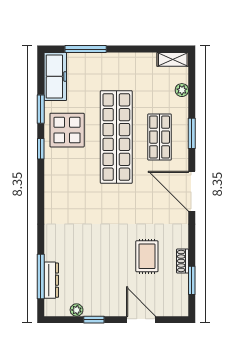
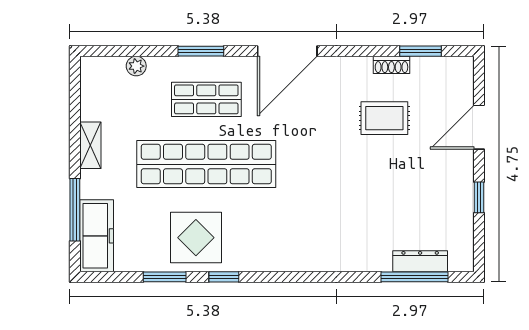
shelving: (173, 59) -> (90, 145), moved
freezer: (55, 76) -> (97, 236), moved, turned 90
plant: (77, 310) -> (465, 223), removed

